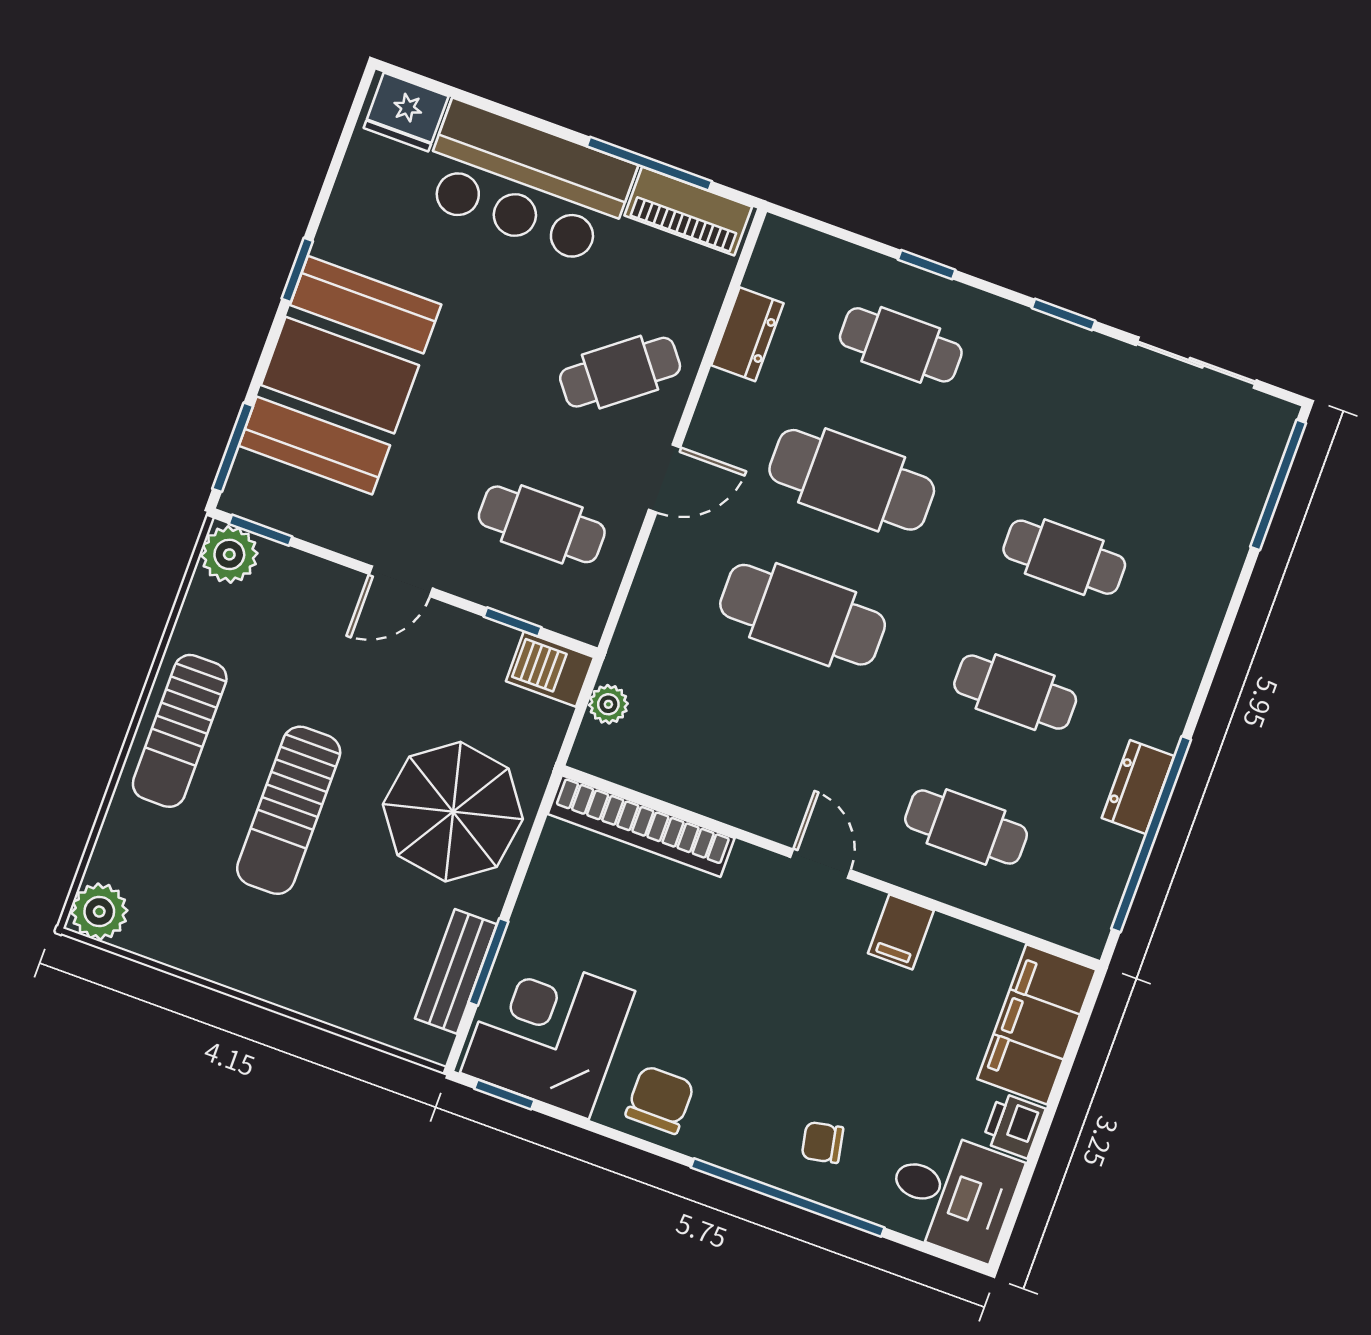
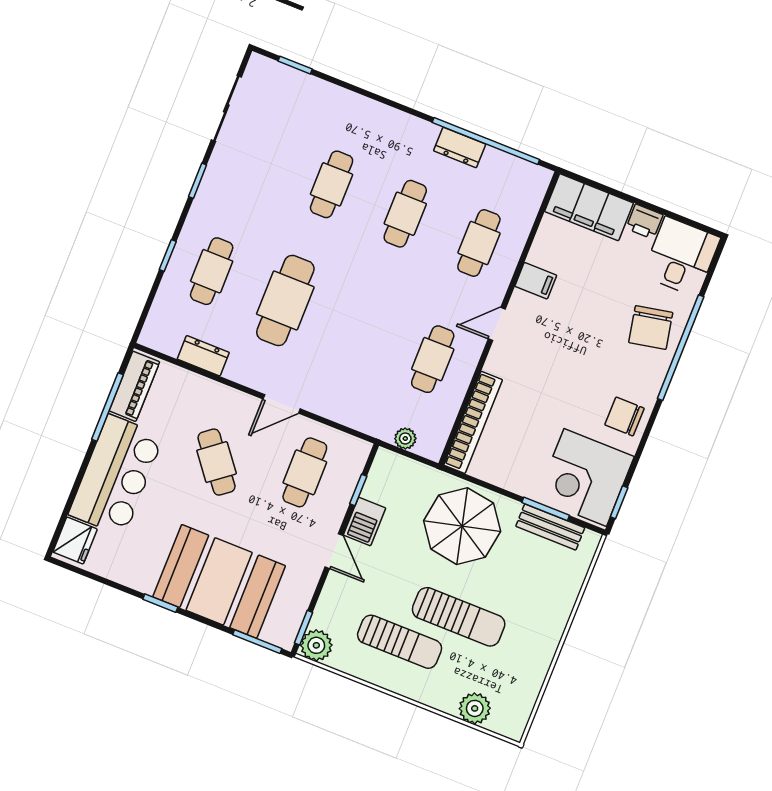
cafe table: (620, 372) -> (217, 462), moved
door: (664, 479) -> (282, 404), swing flipped
window: (1278, 485) -> (295, 65), width x0.46
cafe table: (803, 615) -> (433, 359), moved, width x0.73, depth x0.74
barbecue: (550, 669) -> (365, 522), moved
sun lounger: (180, 731) -> (400, 642), moved
plant: (99, 912) -> (475, 708), moved
chair: (822, 1142) -> (651, 327), width x1.87, depth x1.87

